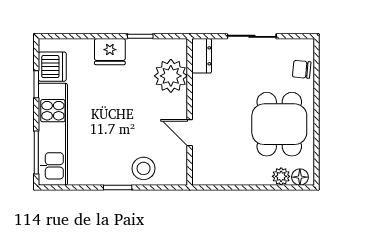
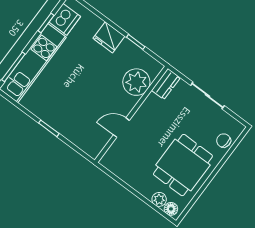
door: (190, 133) -> (121, 128), hinge flipped
stool: (144, 168) -> (75, 128), removed

